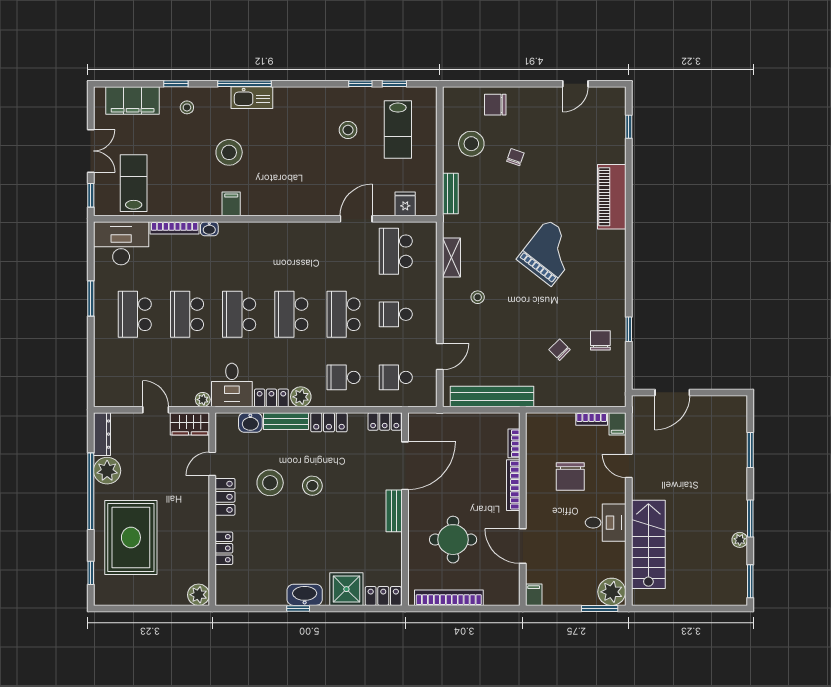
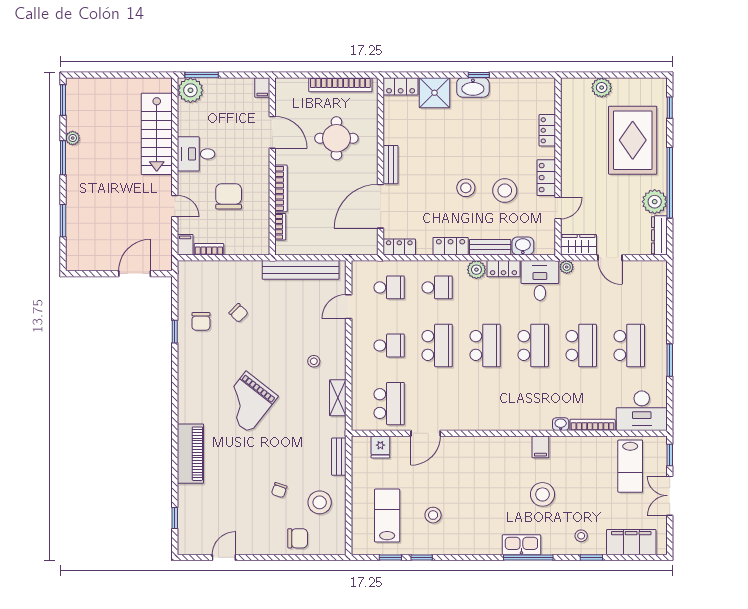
plant: (199, 595) -> (602, 88), moved

